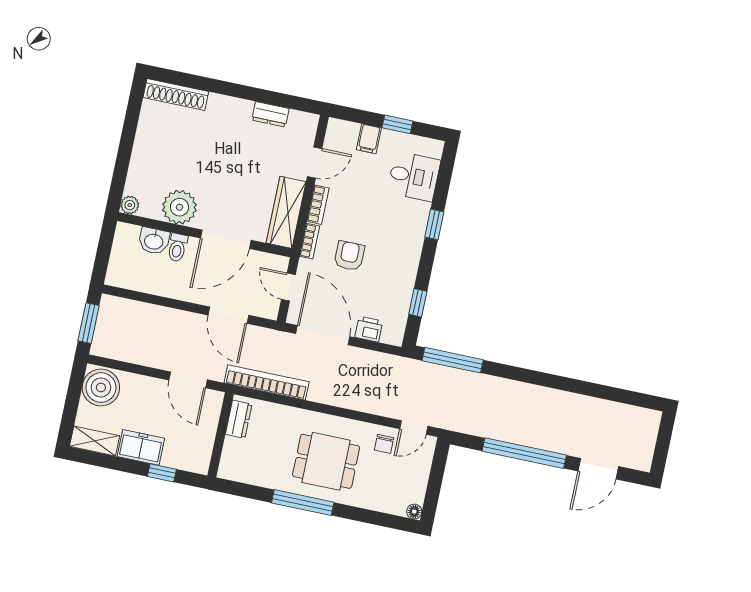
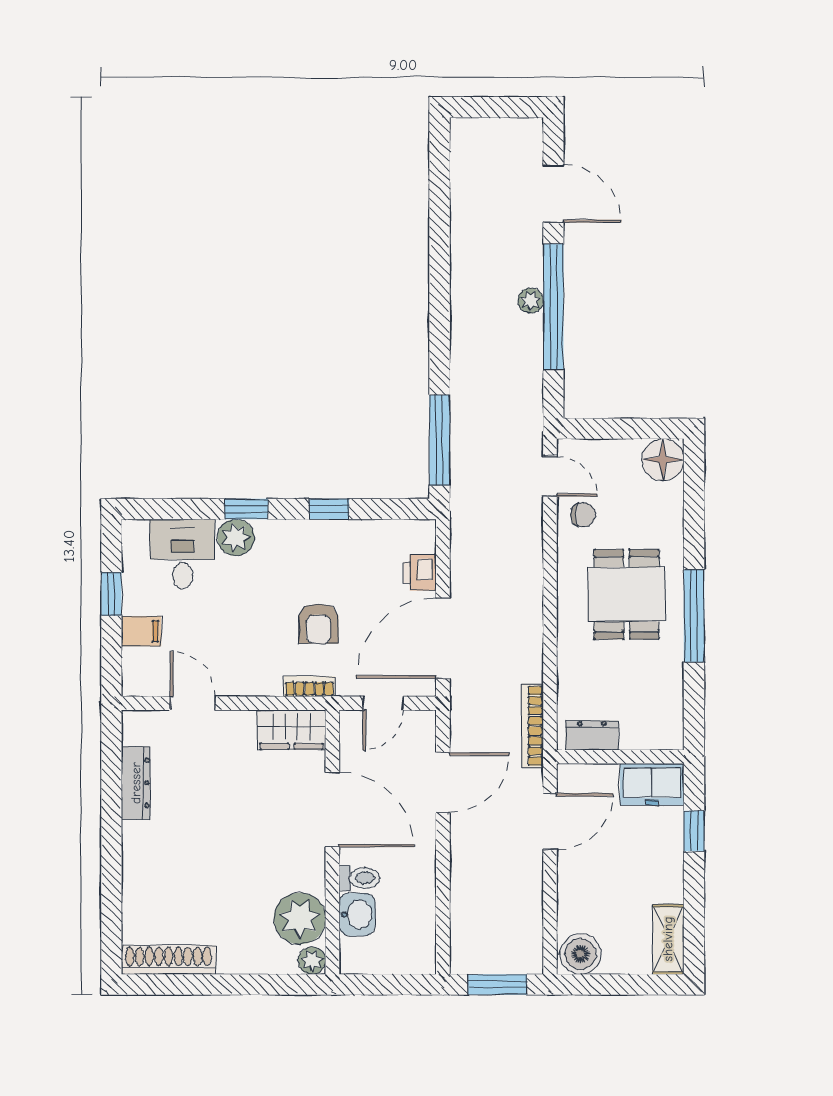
shoe rack: (176, 94) -> (169, 960), moved, turned -90
dresser: (270, 114) -> (136, 783), width x1.44
bookcase: (318, 205) -> (253, 685), removed
plant: (179, 207) -> (300, 918), moved
wardrobe: (286, 212) -> (292, 730), width x0.67
plant: (417, 214) -> (236, 538), added
armchair: (349, 256) -> (319, 624), turned -90
window: (418, 303) -> (329, 509), moved
bookcase: (267, 382) -> (533, 726), width x0.68, depth x0.76
boiler: (101, 387) -> (580, 954), width x0.73, depth x0.73
plant: (531, 439) -> (531, 301), added
freezer: (141, 447) -> (652, 784), moved, turned -90
floor lamp: (414, 512) -> (663, 460), width x1.89, depth x1.89

